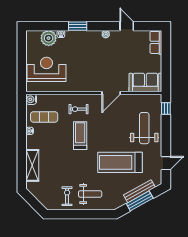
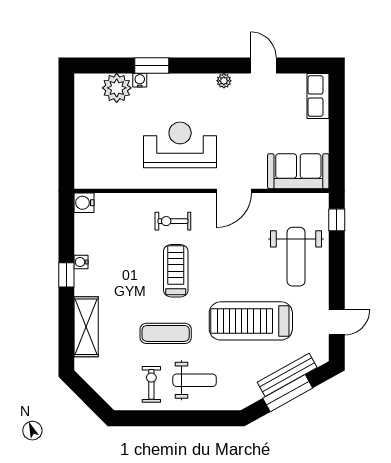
window: (78, 26) -> (152, 66), moved
reception desk: (46, 69) -> (180, 145), moved
exercise mat: (44, 117) -> (166, 333), moved
weight bench: (144, 128) -> (296, 257), turned 180
window: (22, 138) -> (66, 275), added

